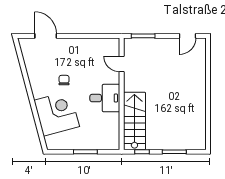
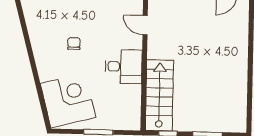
corner desk: (57, 113) -> (68, 100), moved

